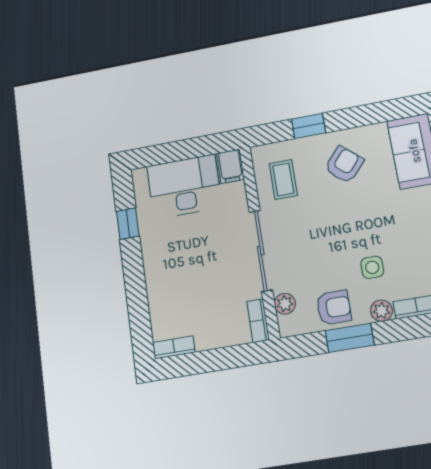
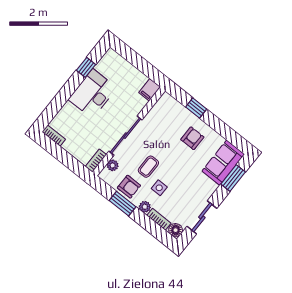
armchair: (344, 165) -> (192, 138), turned -41
coffee table: (283, 179) -> (148, 167), moved
desk: (184, 187) -> (93, 94), moved, turned -90

